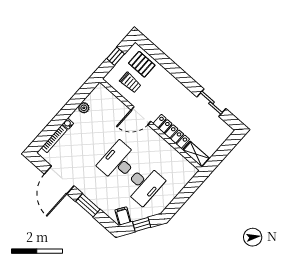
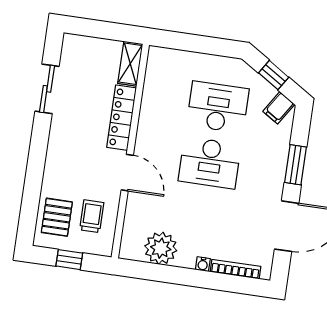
plant: (84, 108) -> (161, 248), width x1.88, depth x1.88

